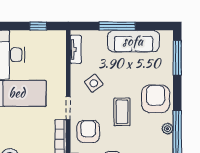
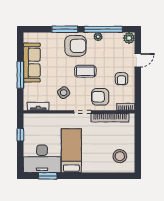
window: (177, 58) -> (65, 29), moved
armchair: (156, 99) -> (75, 46), turned 180

